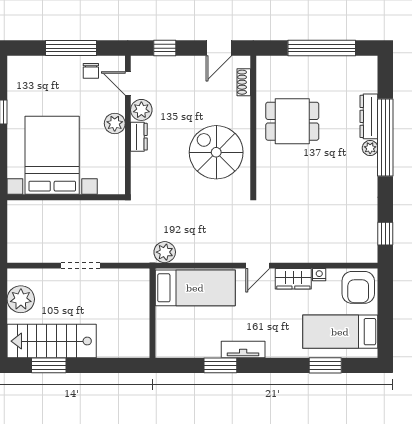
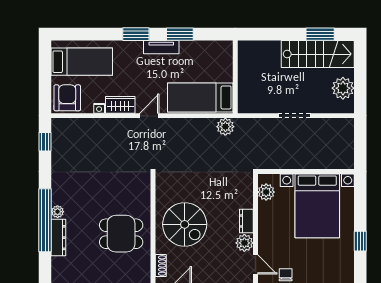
plant: (115, 123) -> (266, 192), moved
spiral stairs: (216, 152) -> (185, 224), moved
window: (325, 365) -> (136, 34), moved

